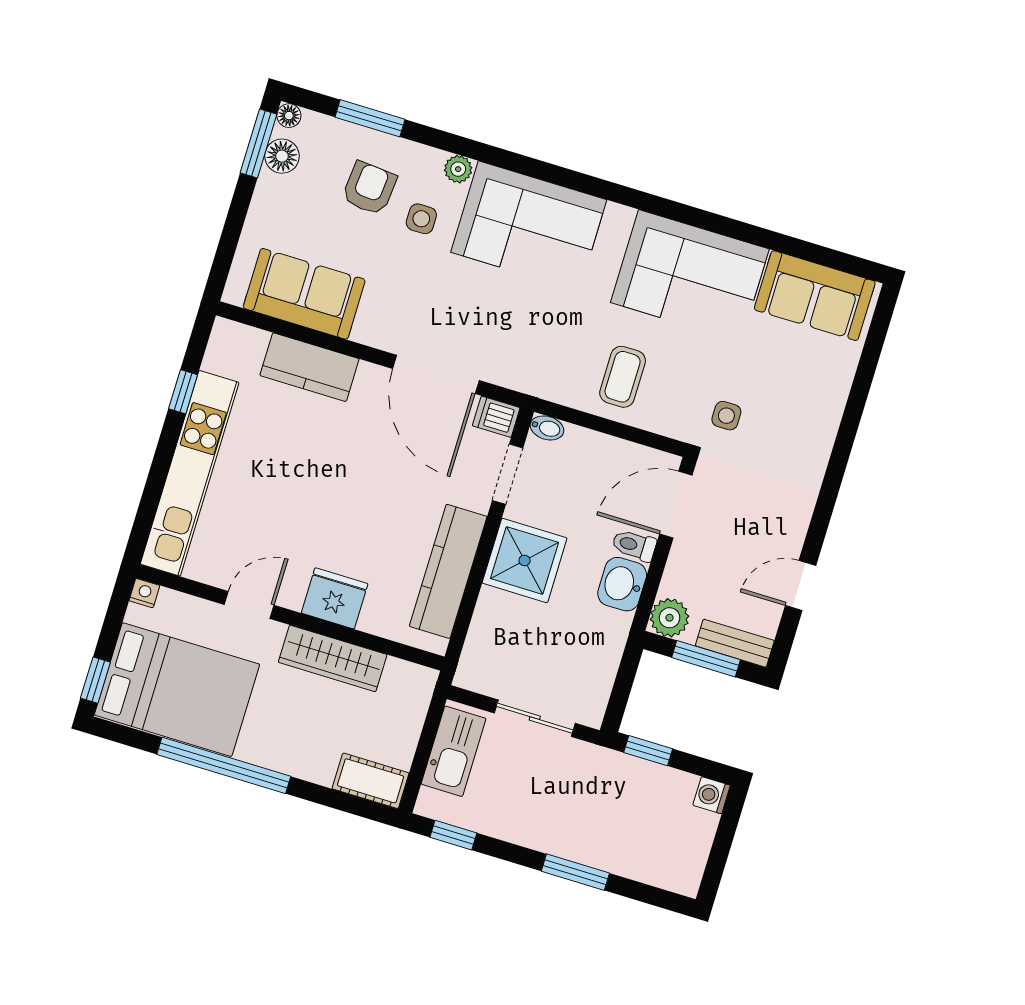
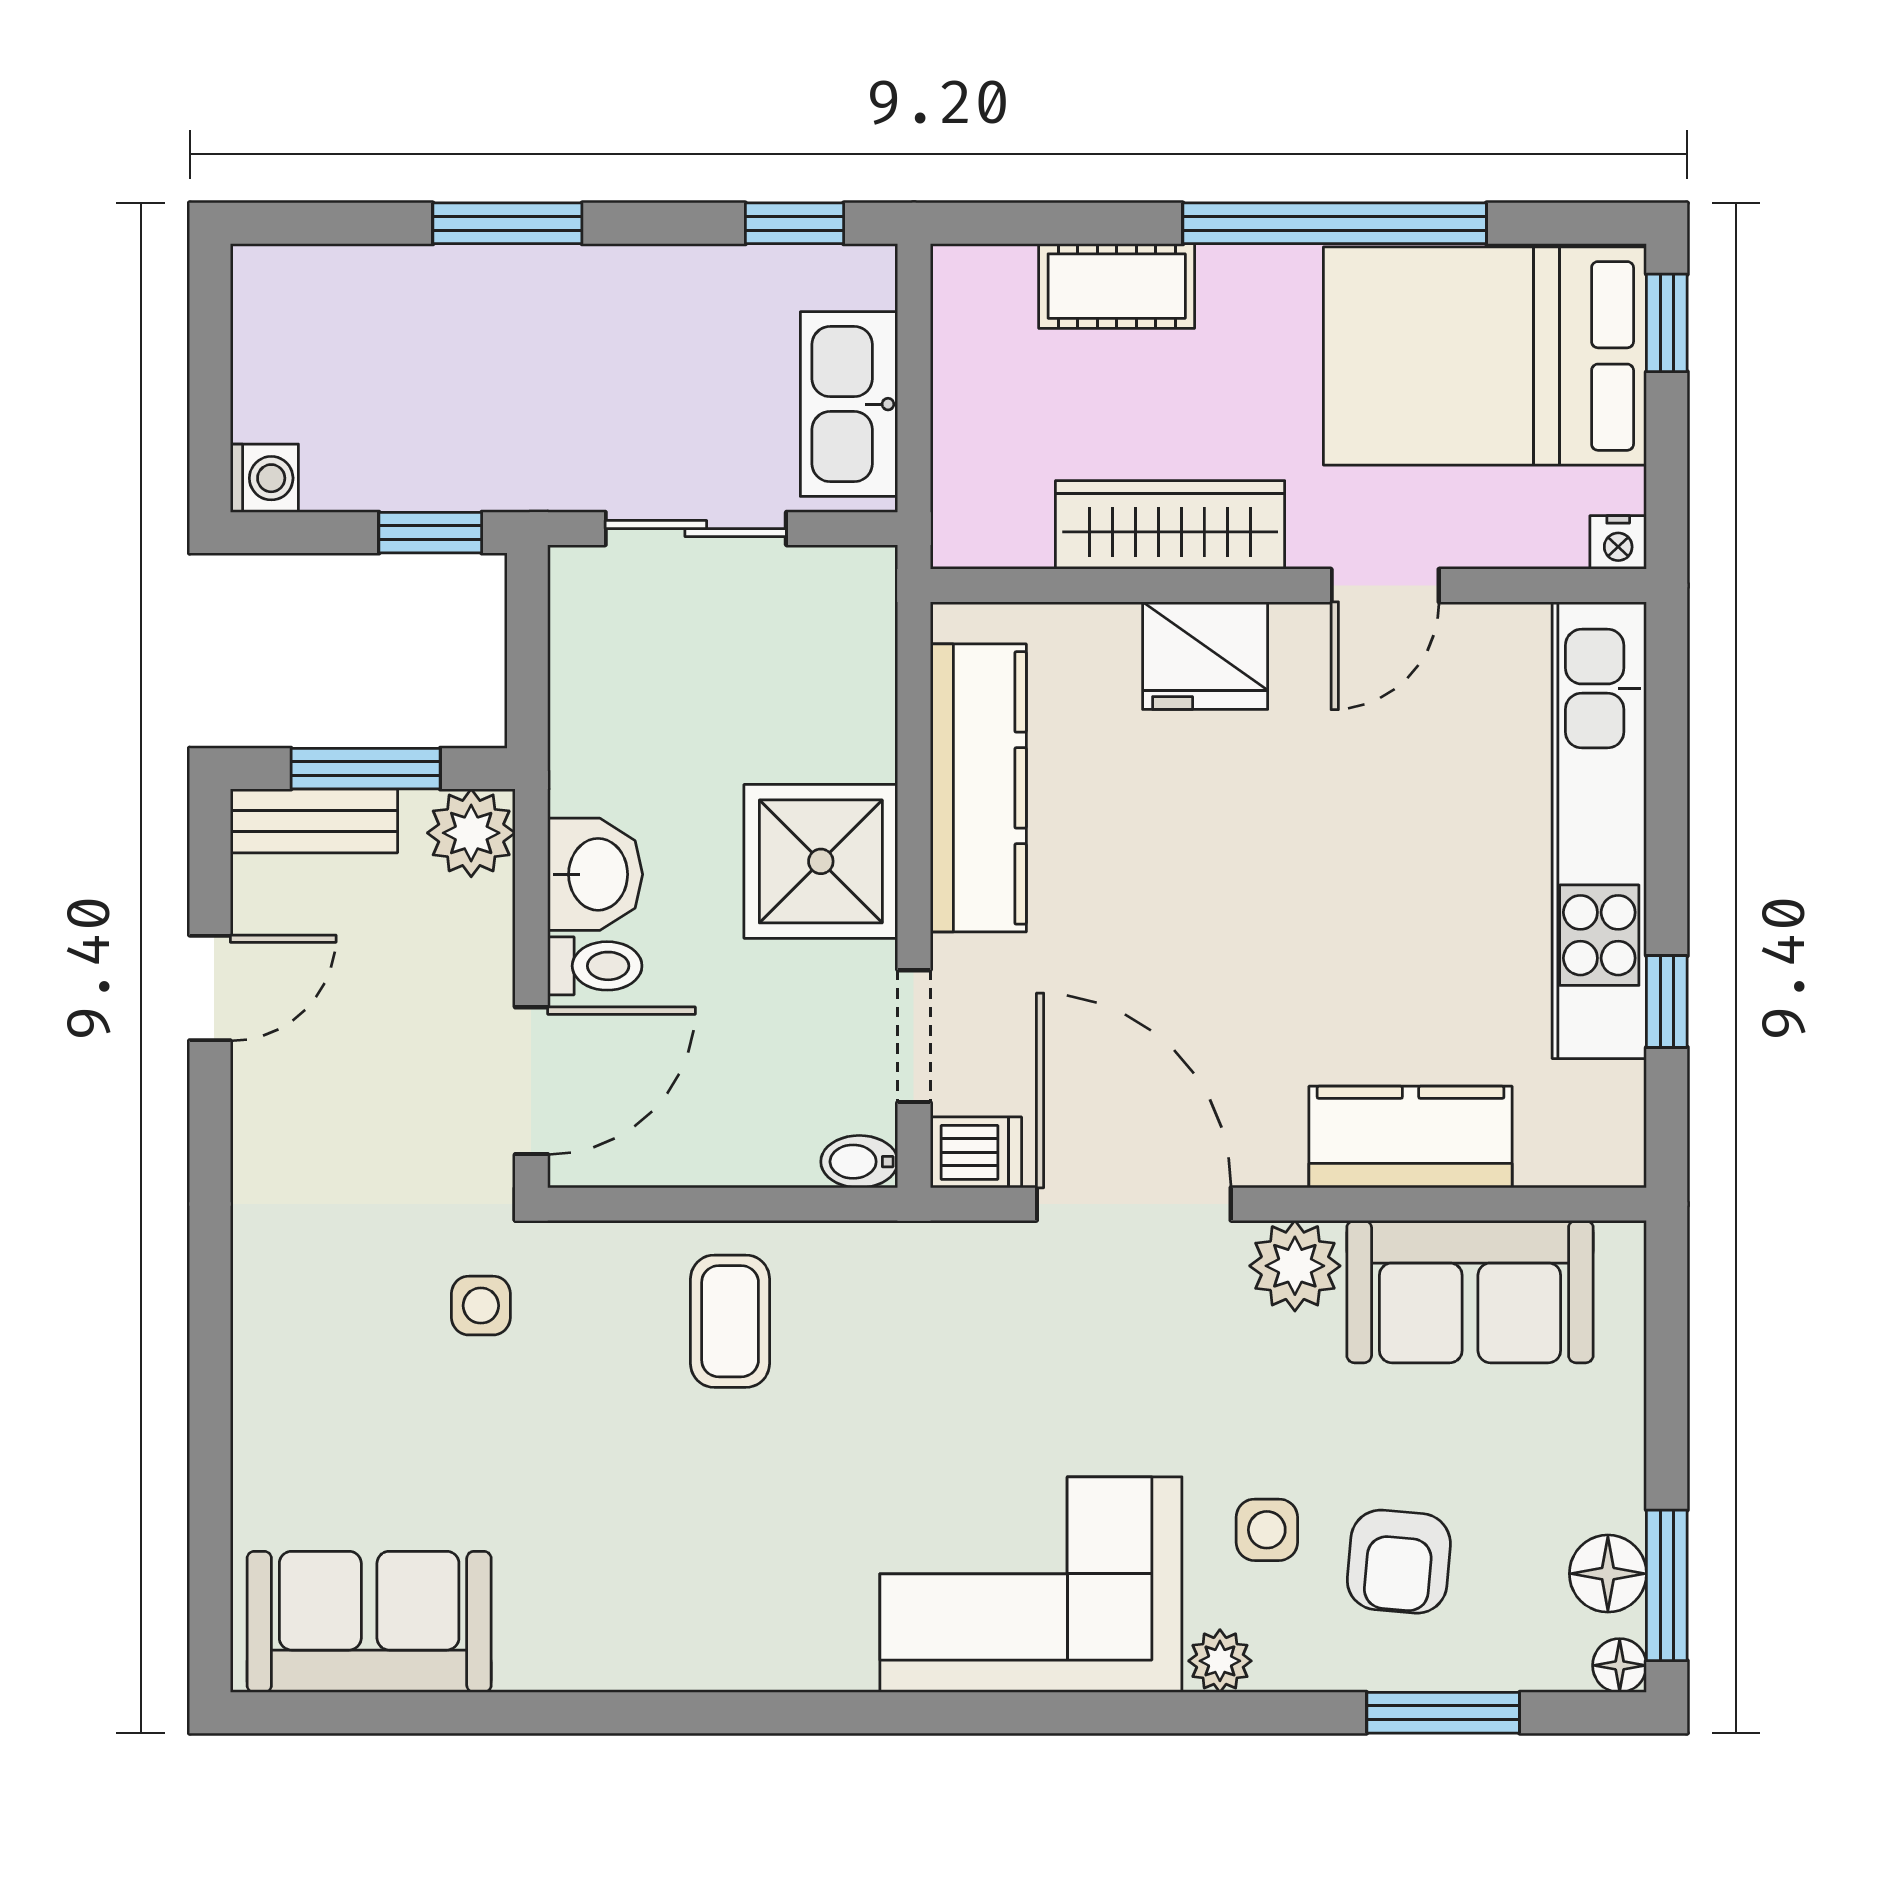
corner sofa: (690, 276) -> (651, 1583), removed
plant: (375, 327) -> (1295, 1266), added
cot: (371, 781) -> (1117, 286), moved

